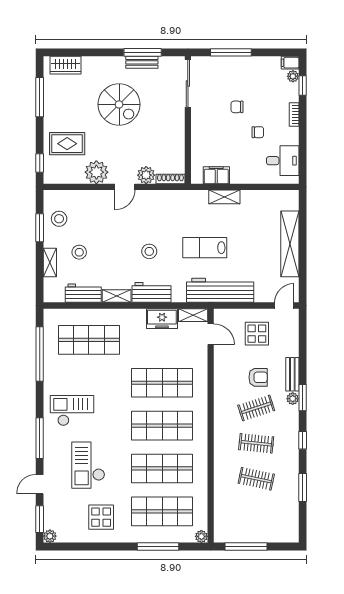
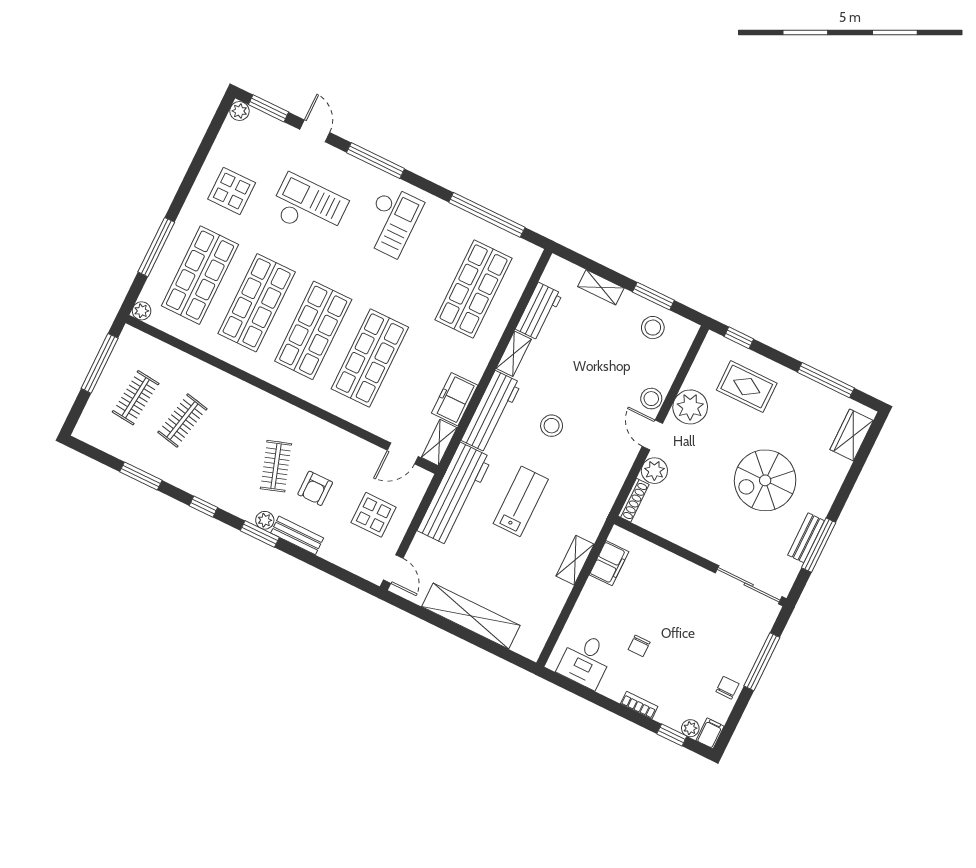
chair: (237, 107) -> (727, 688), moved
rug: (67, 144) -> (747, 387), turned 90
stool: (79, 252) -> (651, 399), moved
workbench: (151, 292) -> (491, 412), width x1.38
clothes rail: (256, 443) -> (136, 398), moved

